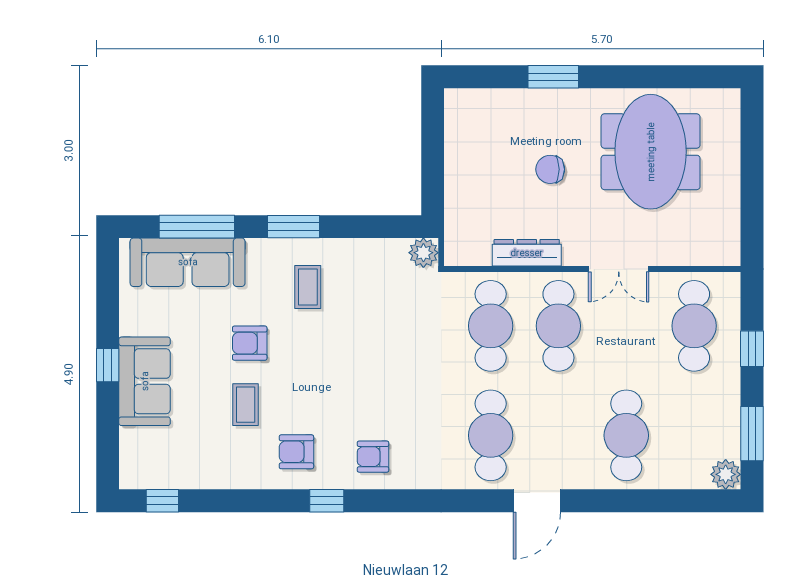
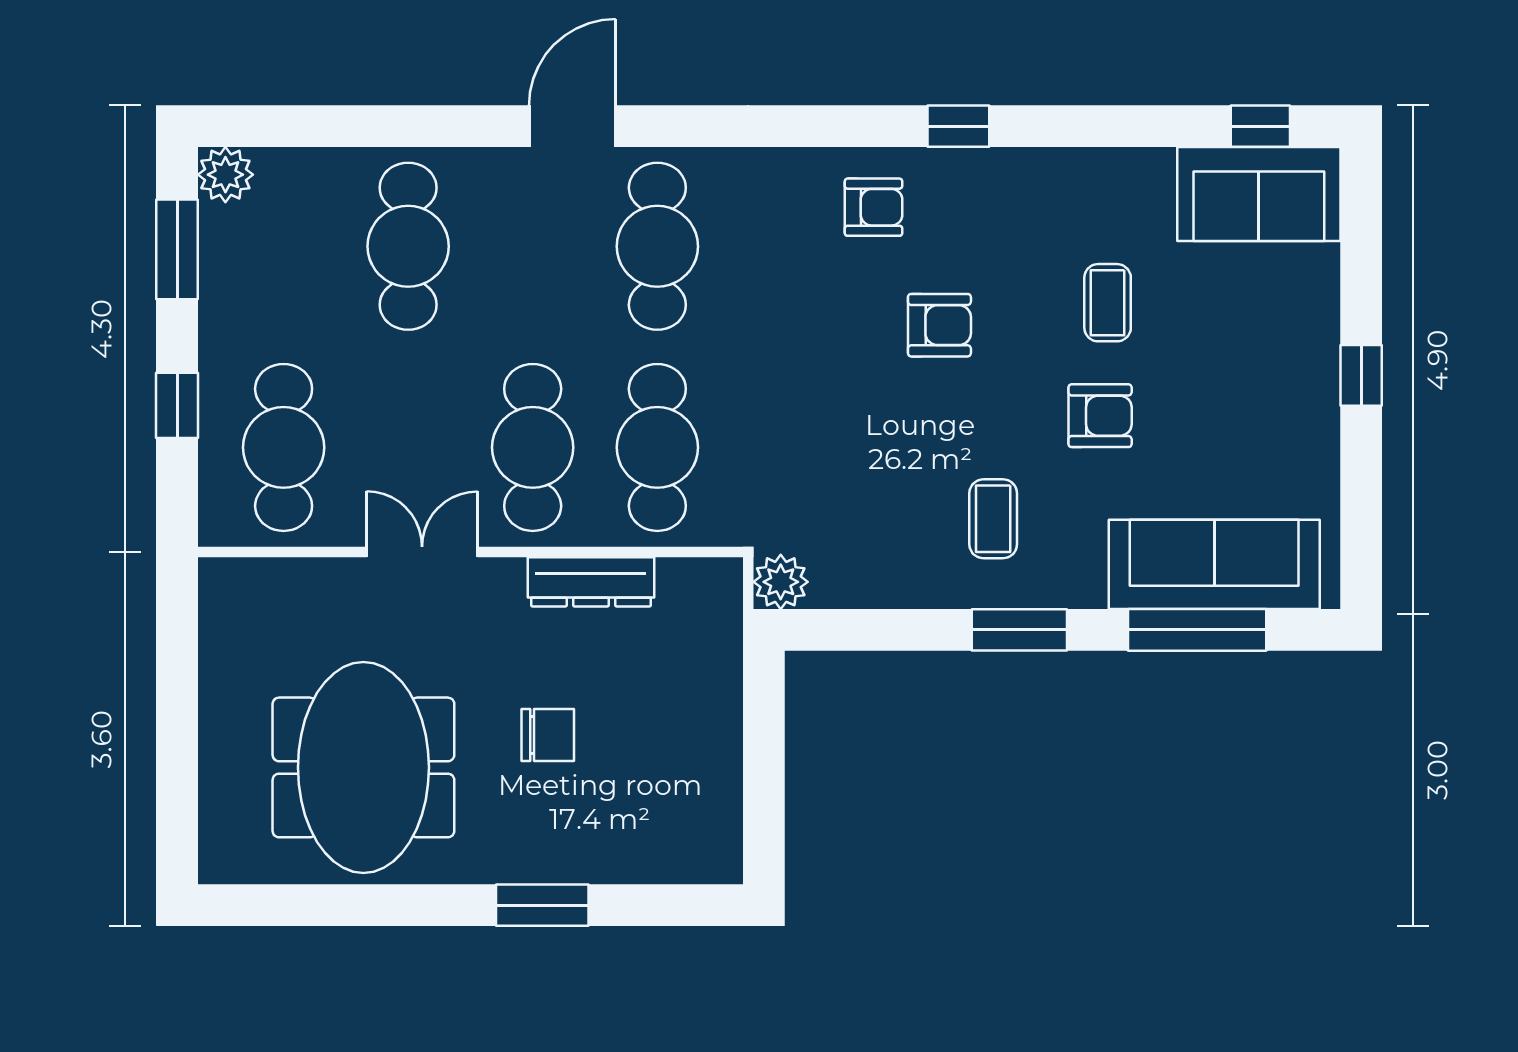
sofa: (145, 381) -> (1259, 194), moved, turned -90
armchair: (296, 452) -> (939, 325), moved

